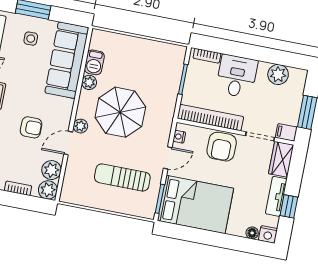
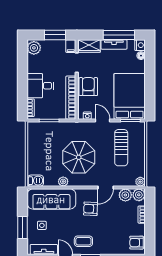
barbecue: (94, 62) -> (35, 181), moved
plant: (278, 74) -> (34, 48), moved
plant: (80, 126) -> (140, 182), moved
armchair: (31, 127) -> (91, 209), moved, turned -87
door: (68, 143) -> (106, 187), hinge flipped
armchair: (222, 147) -> (88, 87), turned -90
window: (289, 206) -> (119, 35), width x2.17

